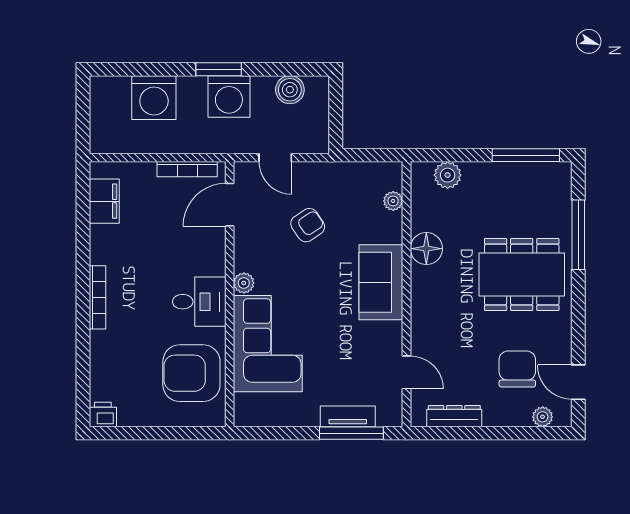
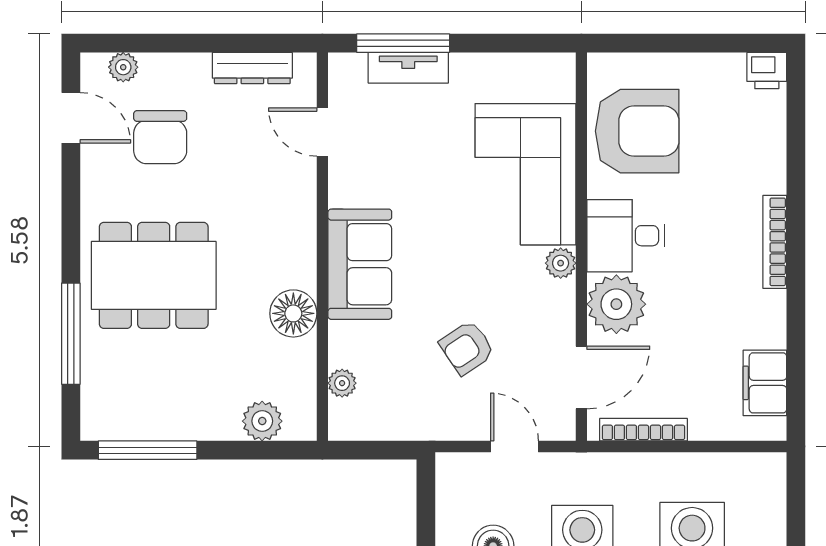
plant: (206, 255) -> (616, 304), added

